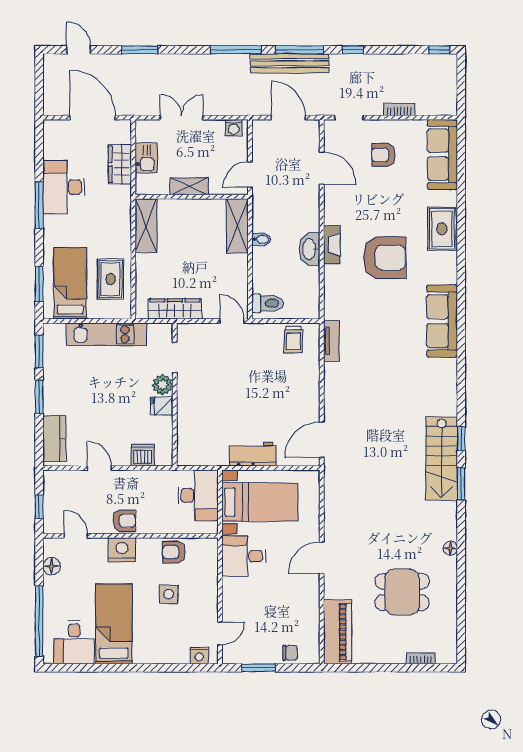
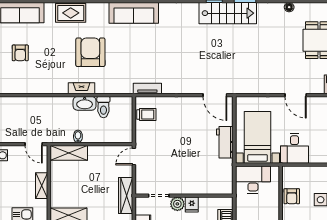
door: (322, 168) -> (29, 95), removed
toilet: (268, 303) -> (103, 107), moved, turned 180

